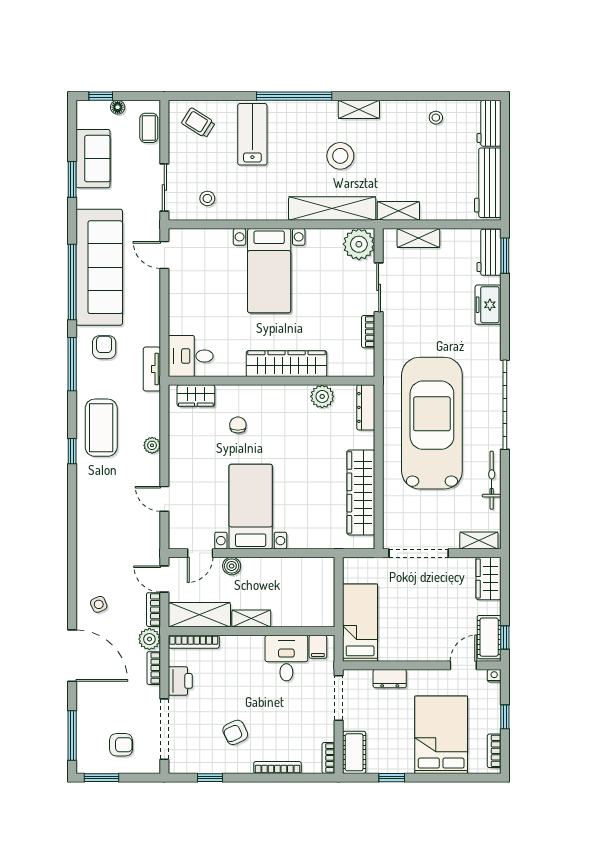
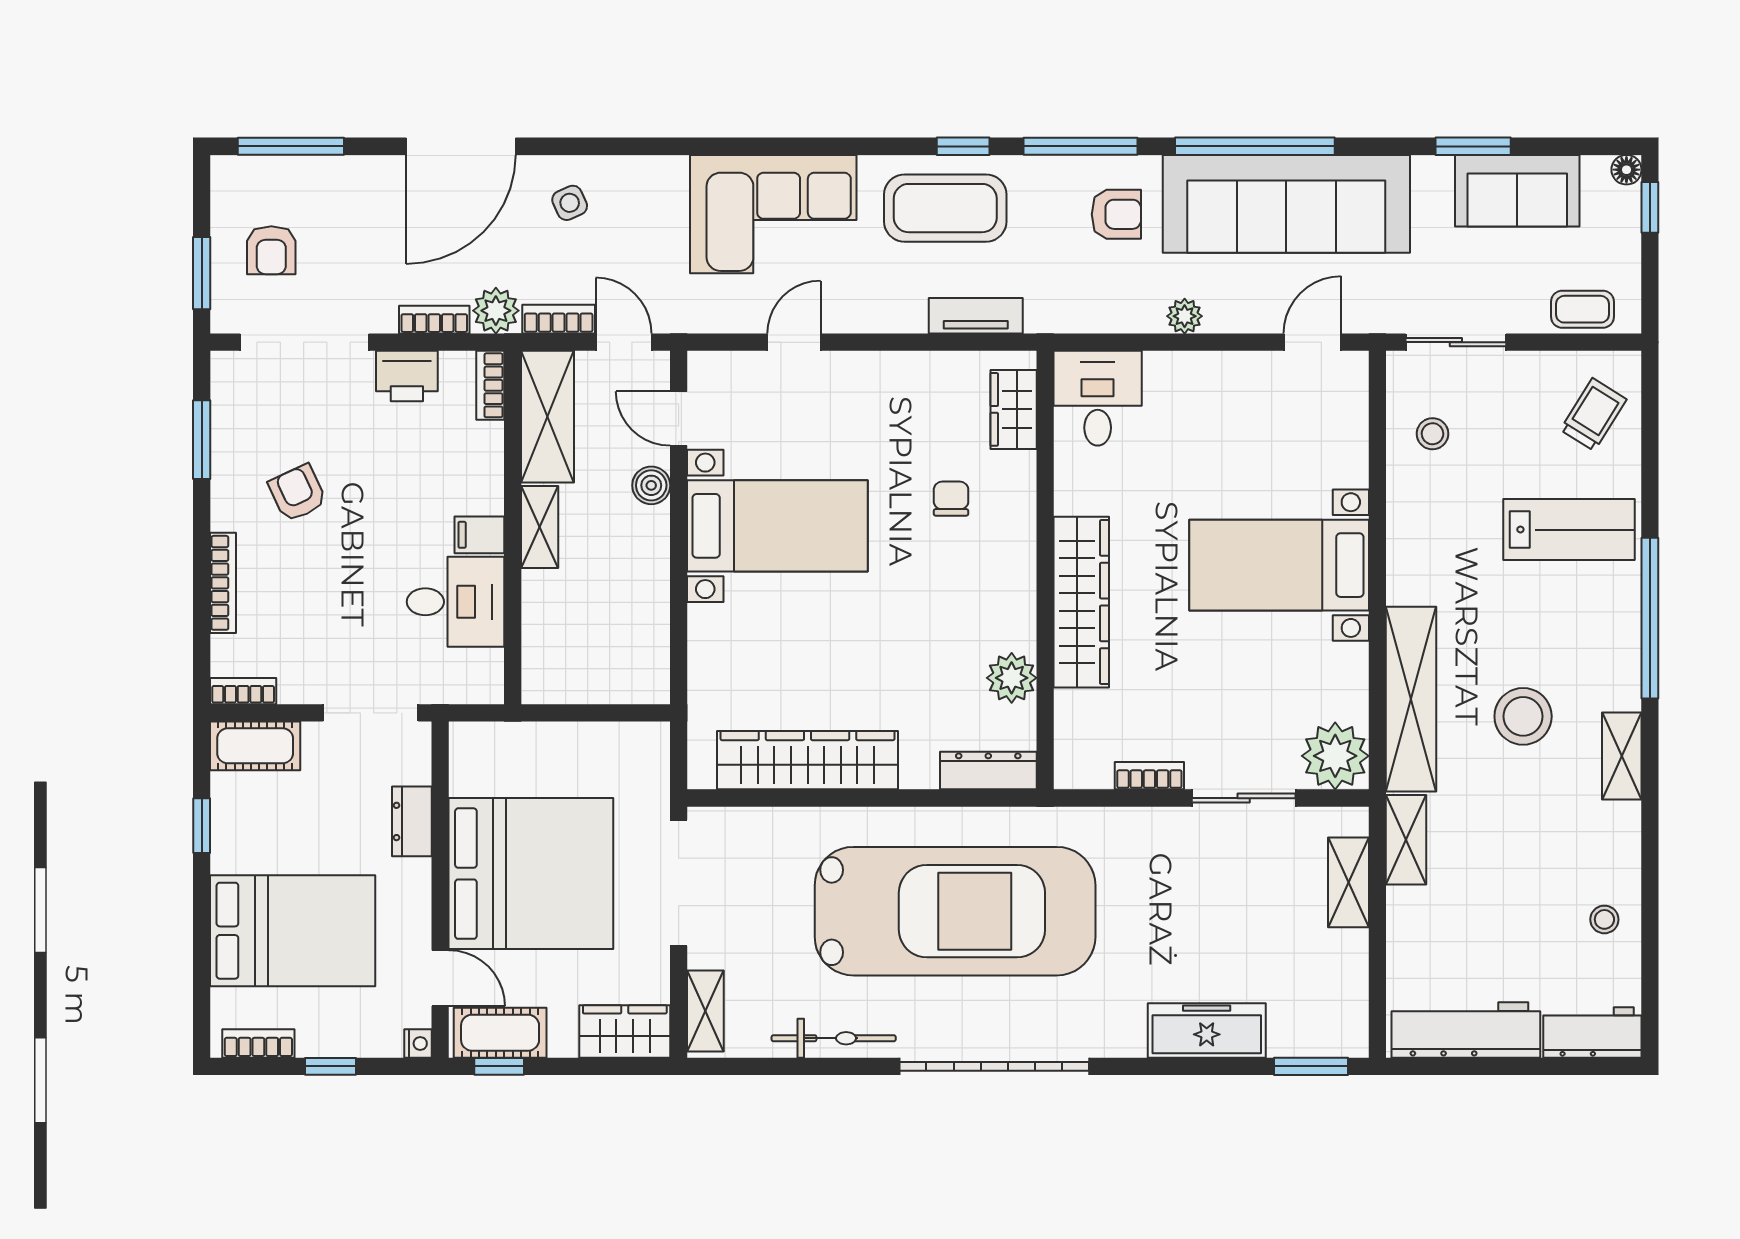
floor lamp: (118, 107) -> (1626, 170), moved
workbench: (489, 252) -> (1318, 1032), removed
freezer: (488, 305) -> (1207, 1031), width x1.40
tv unit: (152, 369) -> (976, 316), moved
chair: (238, 425) -> (951, 499), turned -90
plant: (152, 445) -> (1185, 316), moved
window: (72, 451) -> (963, 146), moved
corner sofa: (104, 509) -> (773, 214), added
door: (164, 579) -> (624, 342), hinge flipped
bed: (360, 623) -> (531, 874), moved, width x2.04
bookcase: (194, 642) -> (490, 385), width x0.64
filing cabinet: (318, 647) -> (479, 535), moved
window: (102, 778) -> (202, 273), moved
window: (210, 778) -> (202, 440), width x1.50

